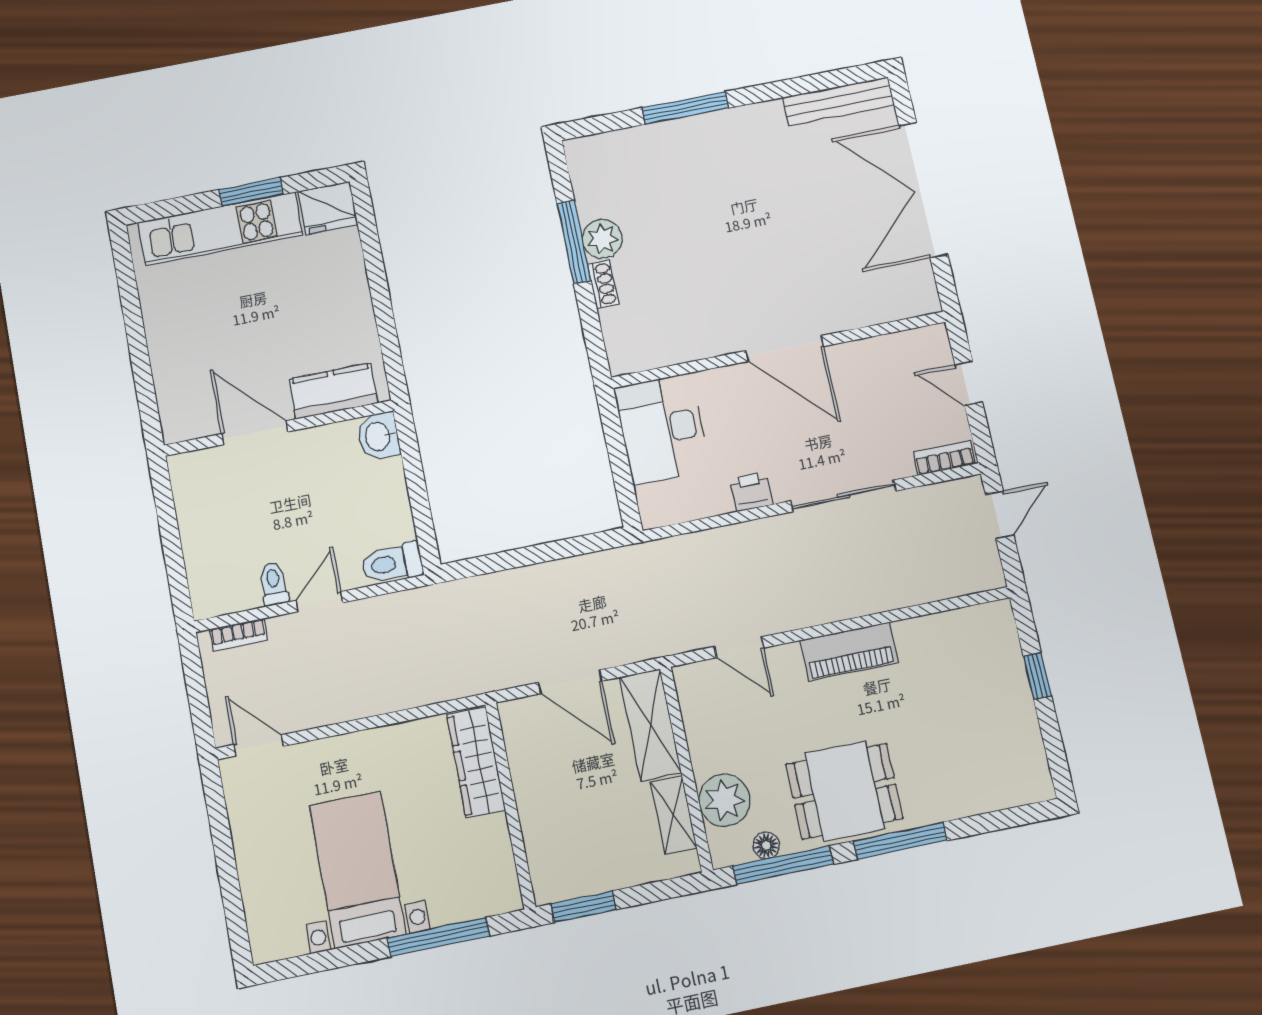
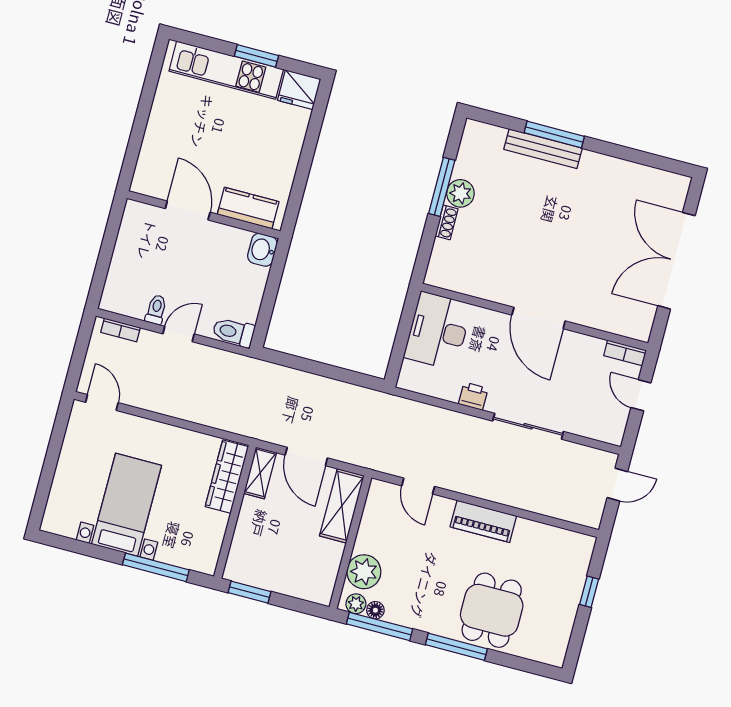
bench: (839, 101) -> (543, 149), moved
bookcase: (944, 458) -> (625, 353), moved, turned 180
dining table: (845, 791) -> (492, 610), moved, turned 90
shelving: (674, 815) -> (260, 473), moved
plant: (736, 850) -> (356, 604), added

